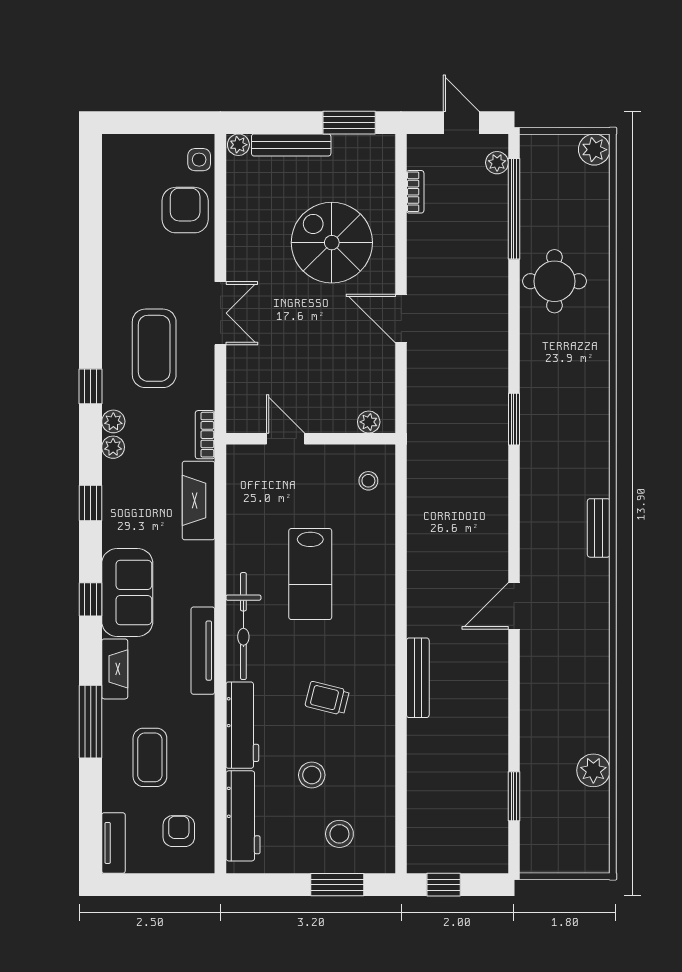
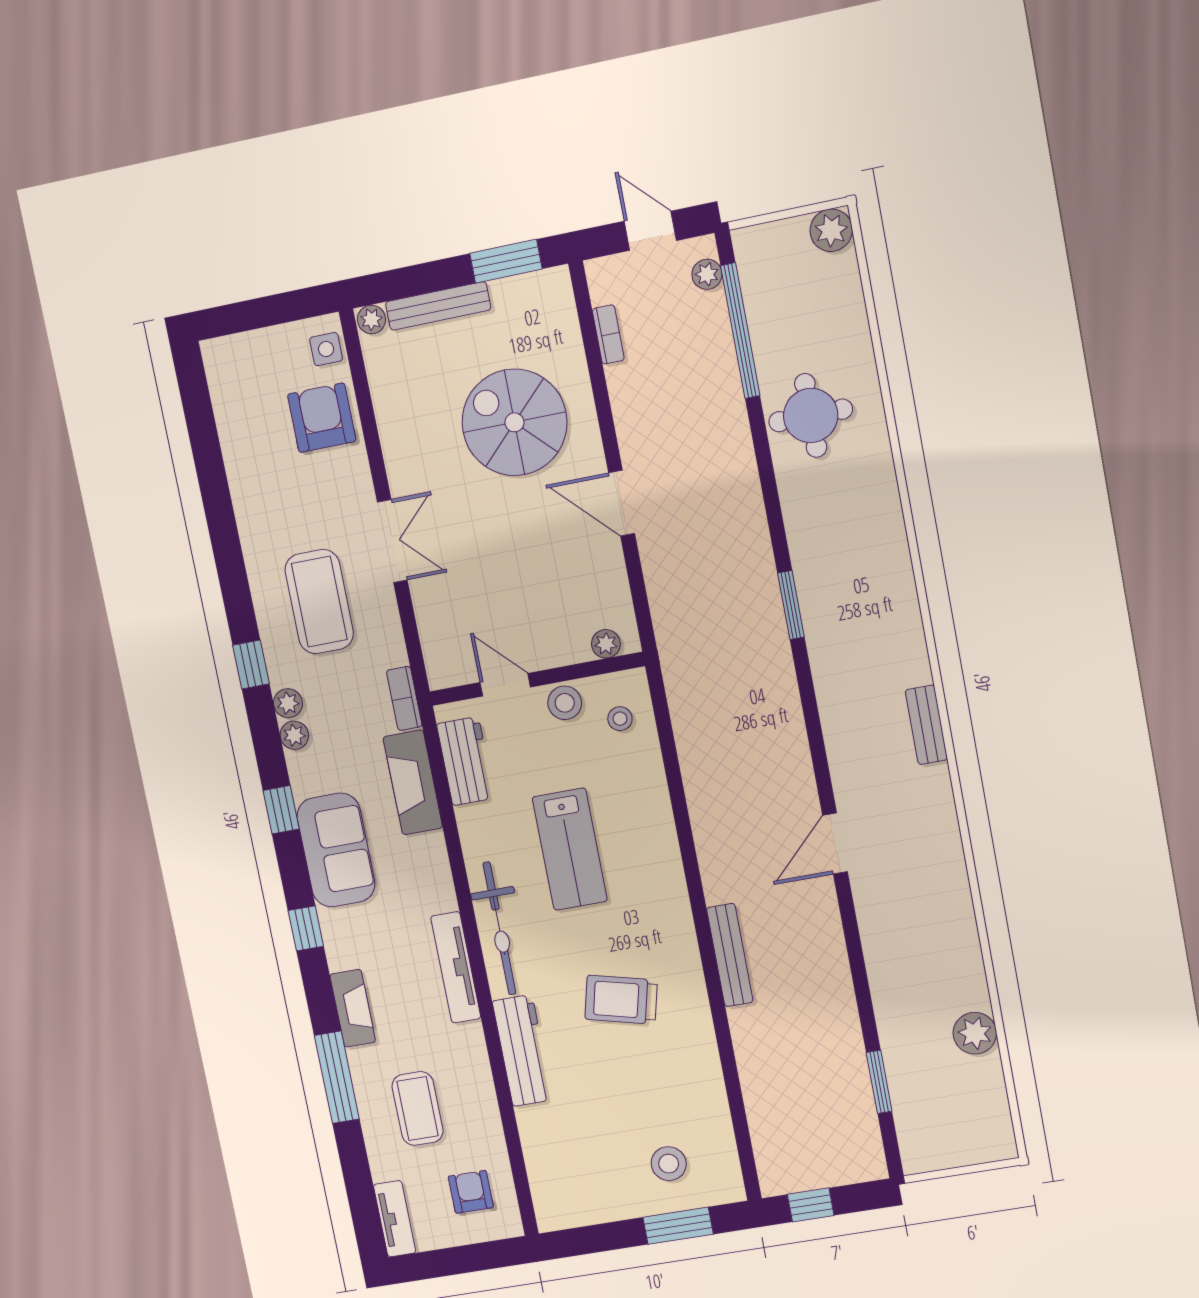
sofa: (127, 592) -> (336, 850), moved
trolley: (327, 698) -> (621, 1000), width x1.36, depth x1.39
stool: (312, 775) -> (565, 703), moved
workbench: (243, 816) -> (466, 761), moved, width x0.73

